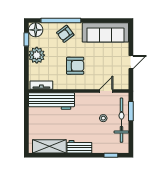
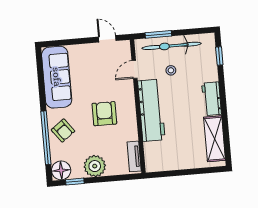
door: (131, 62) -> (107, 39), moved
door: (106, 91) -> (135, 69), hinge flipped
workbench: (51, 101) -> (151, 110), moved

